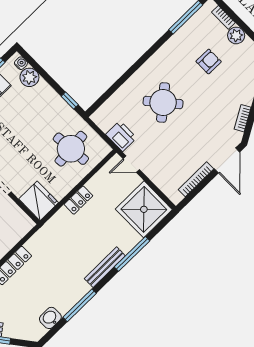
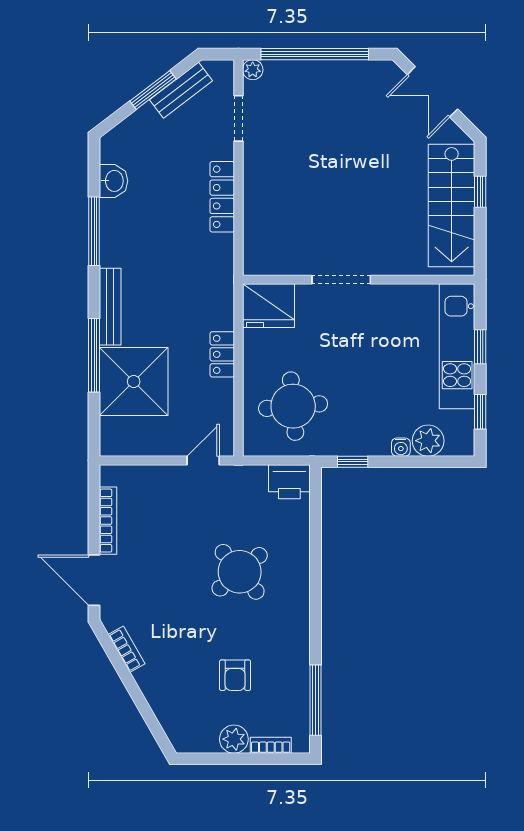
water cooler: (21, 63) -> (401, 447), moved
printer: (121, 136) -> (289, 482), moved
shower: (144, 209) -> (134, 382), moved

